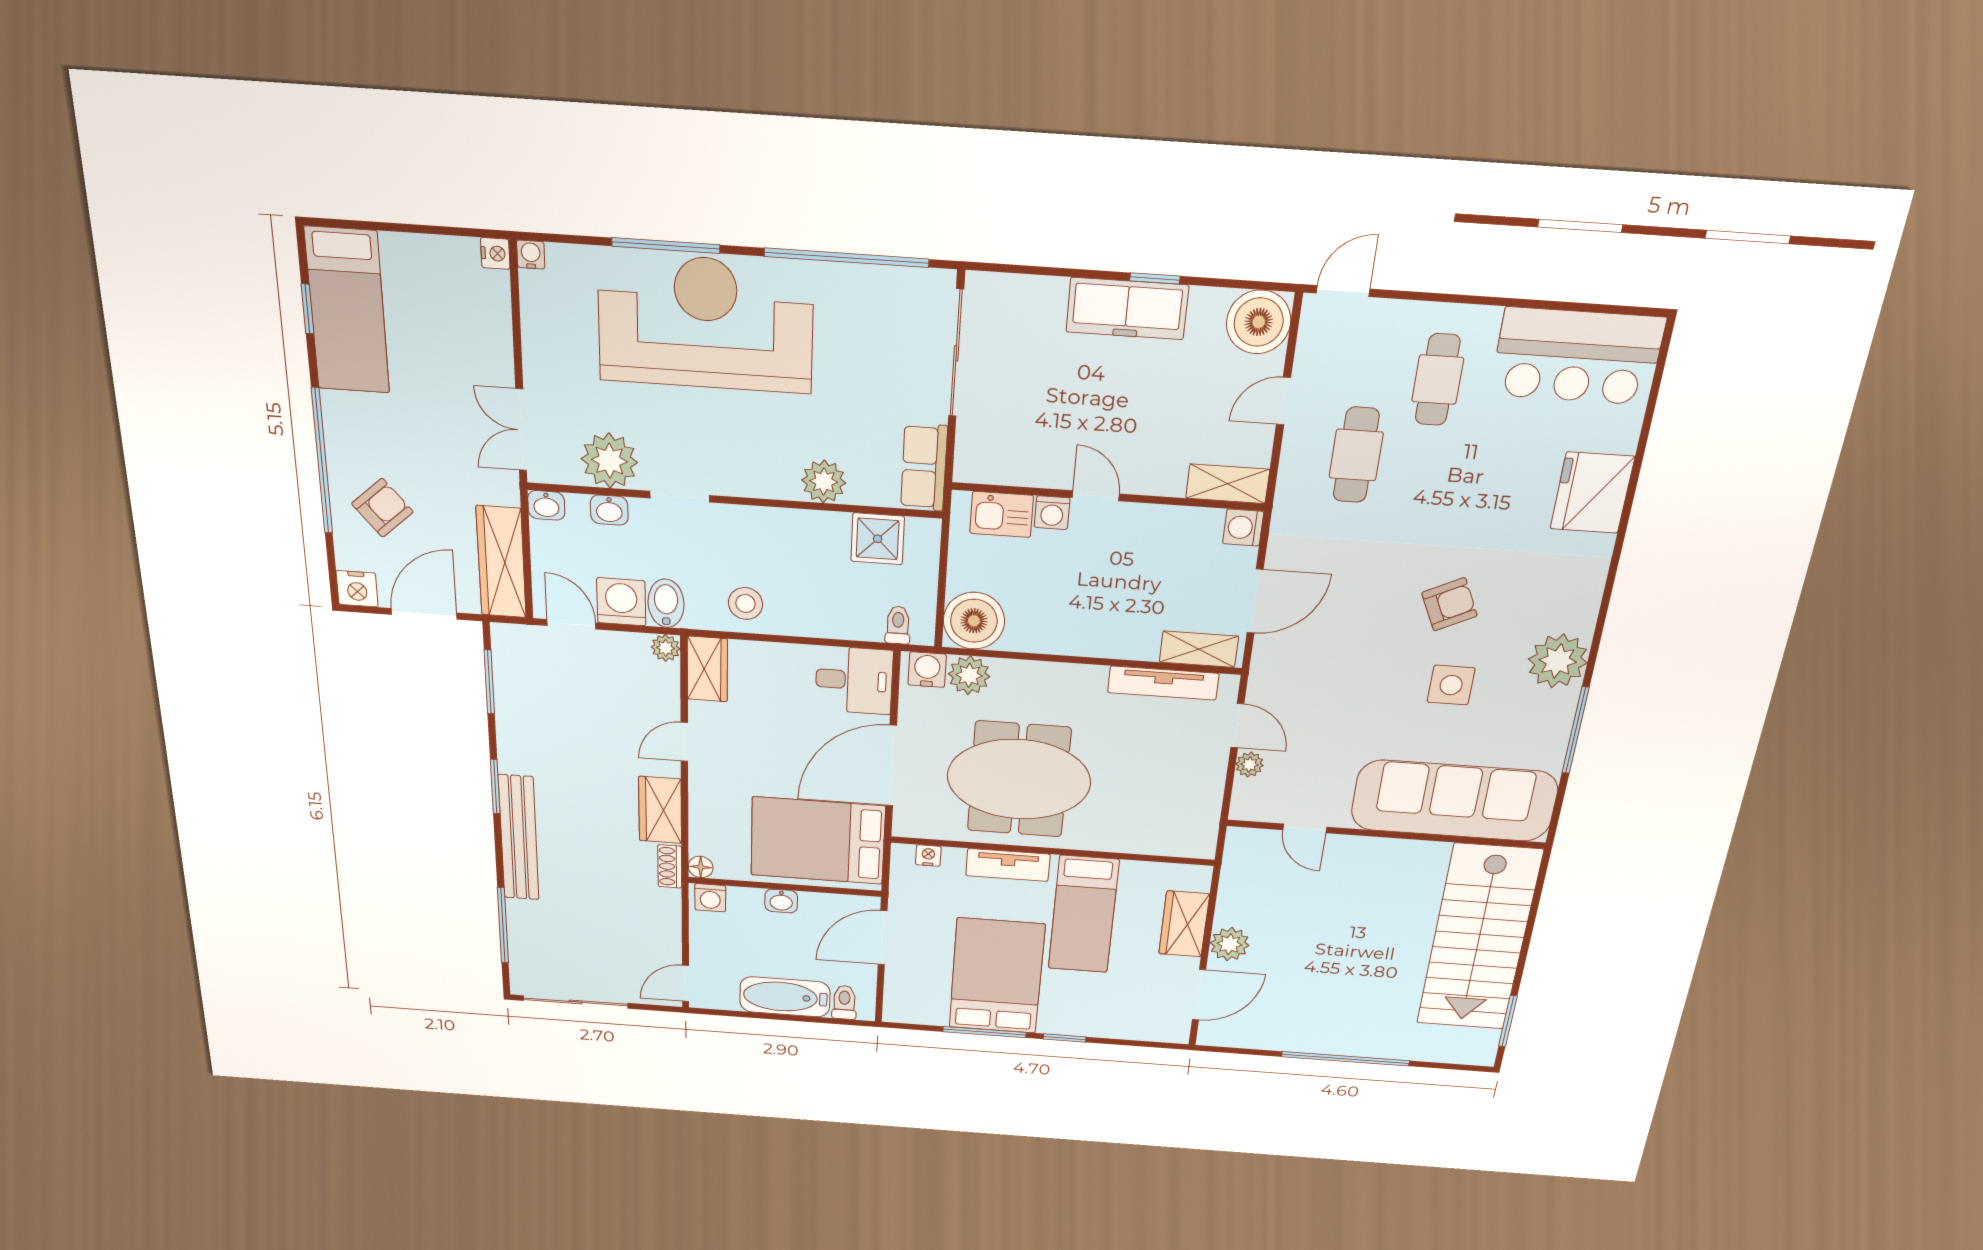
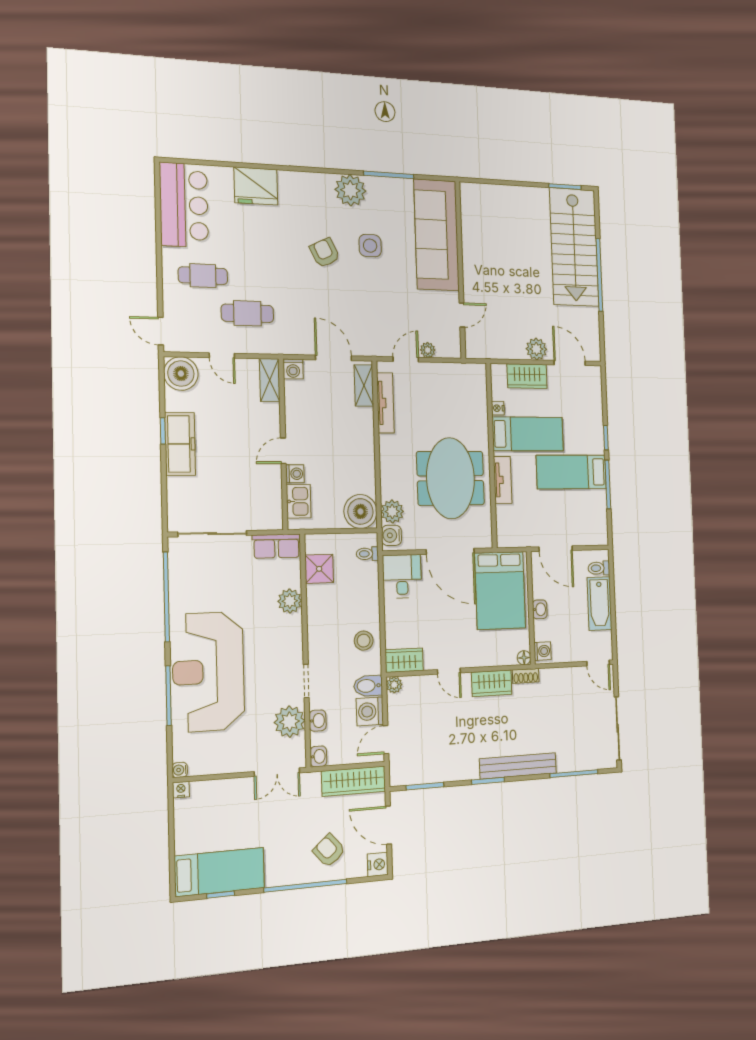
nightstand: (928, 855) -> (498, 408), moved
stairs: (1479, 938) -> (574, 247), moved, turned 90
bed: (997, 976) -> (571, 472), width x0.67

